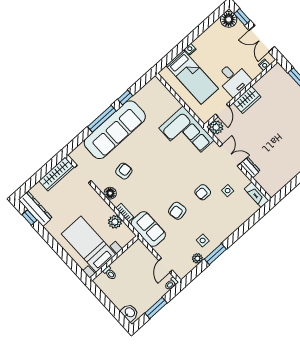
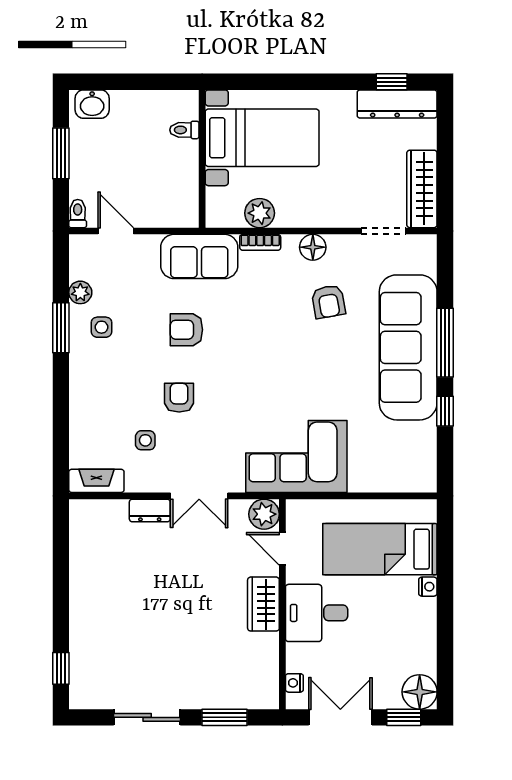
armchair: (177, 211) -> (186, 330), turned -79

